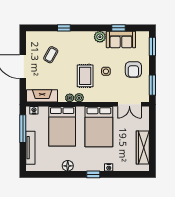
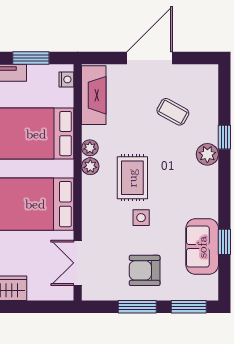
plant: (100, 37) -> (207, 154), moved
rug: (85, 76) -> (132, 178), turned 90
window: (152, 85) -> (137, 307), moved
window: (23, 129) -> (31, 58), width x0.69

